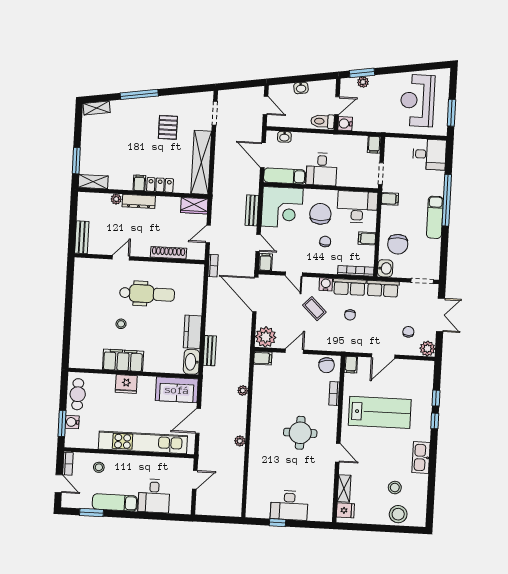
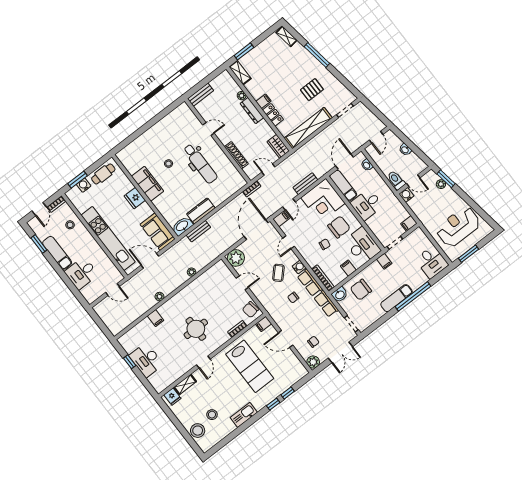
filing cabinet: (263, 358) -> (155, 318), moved

